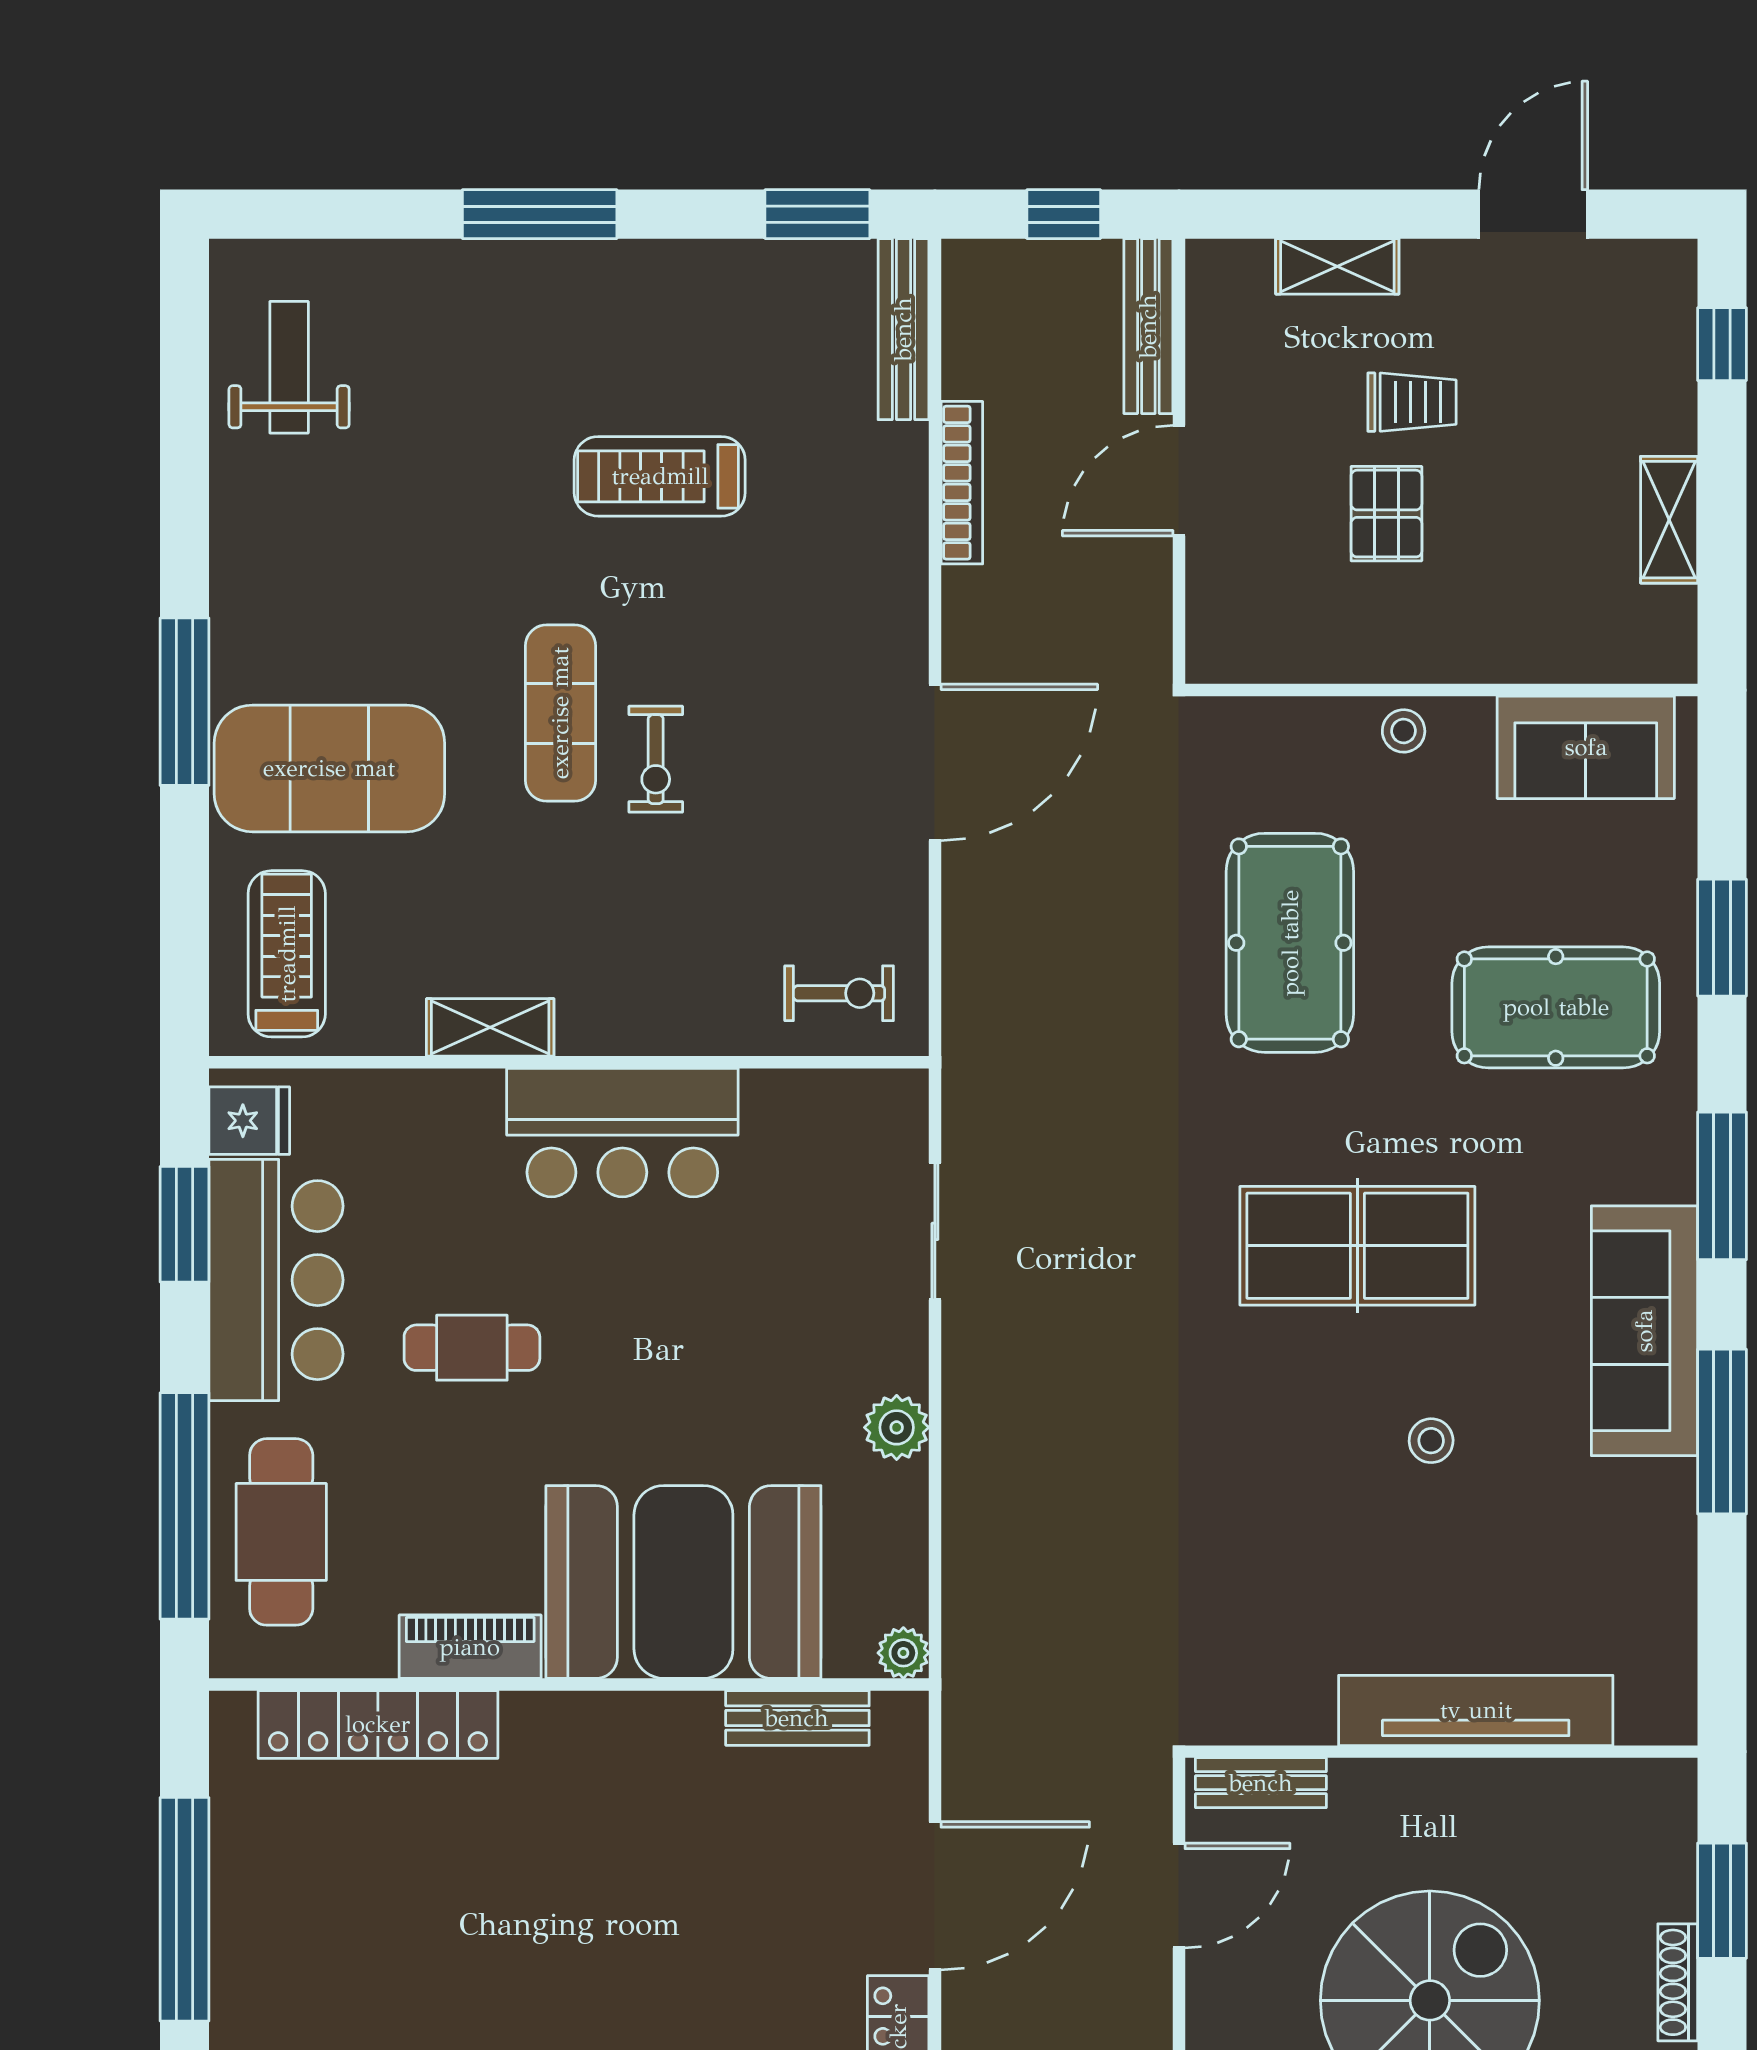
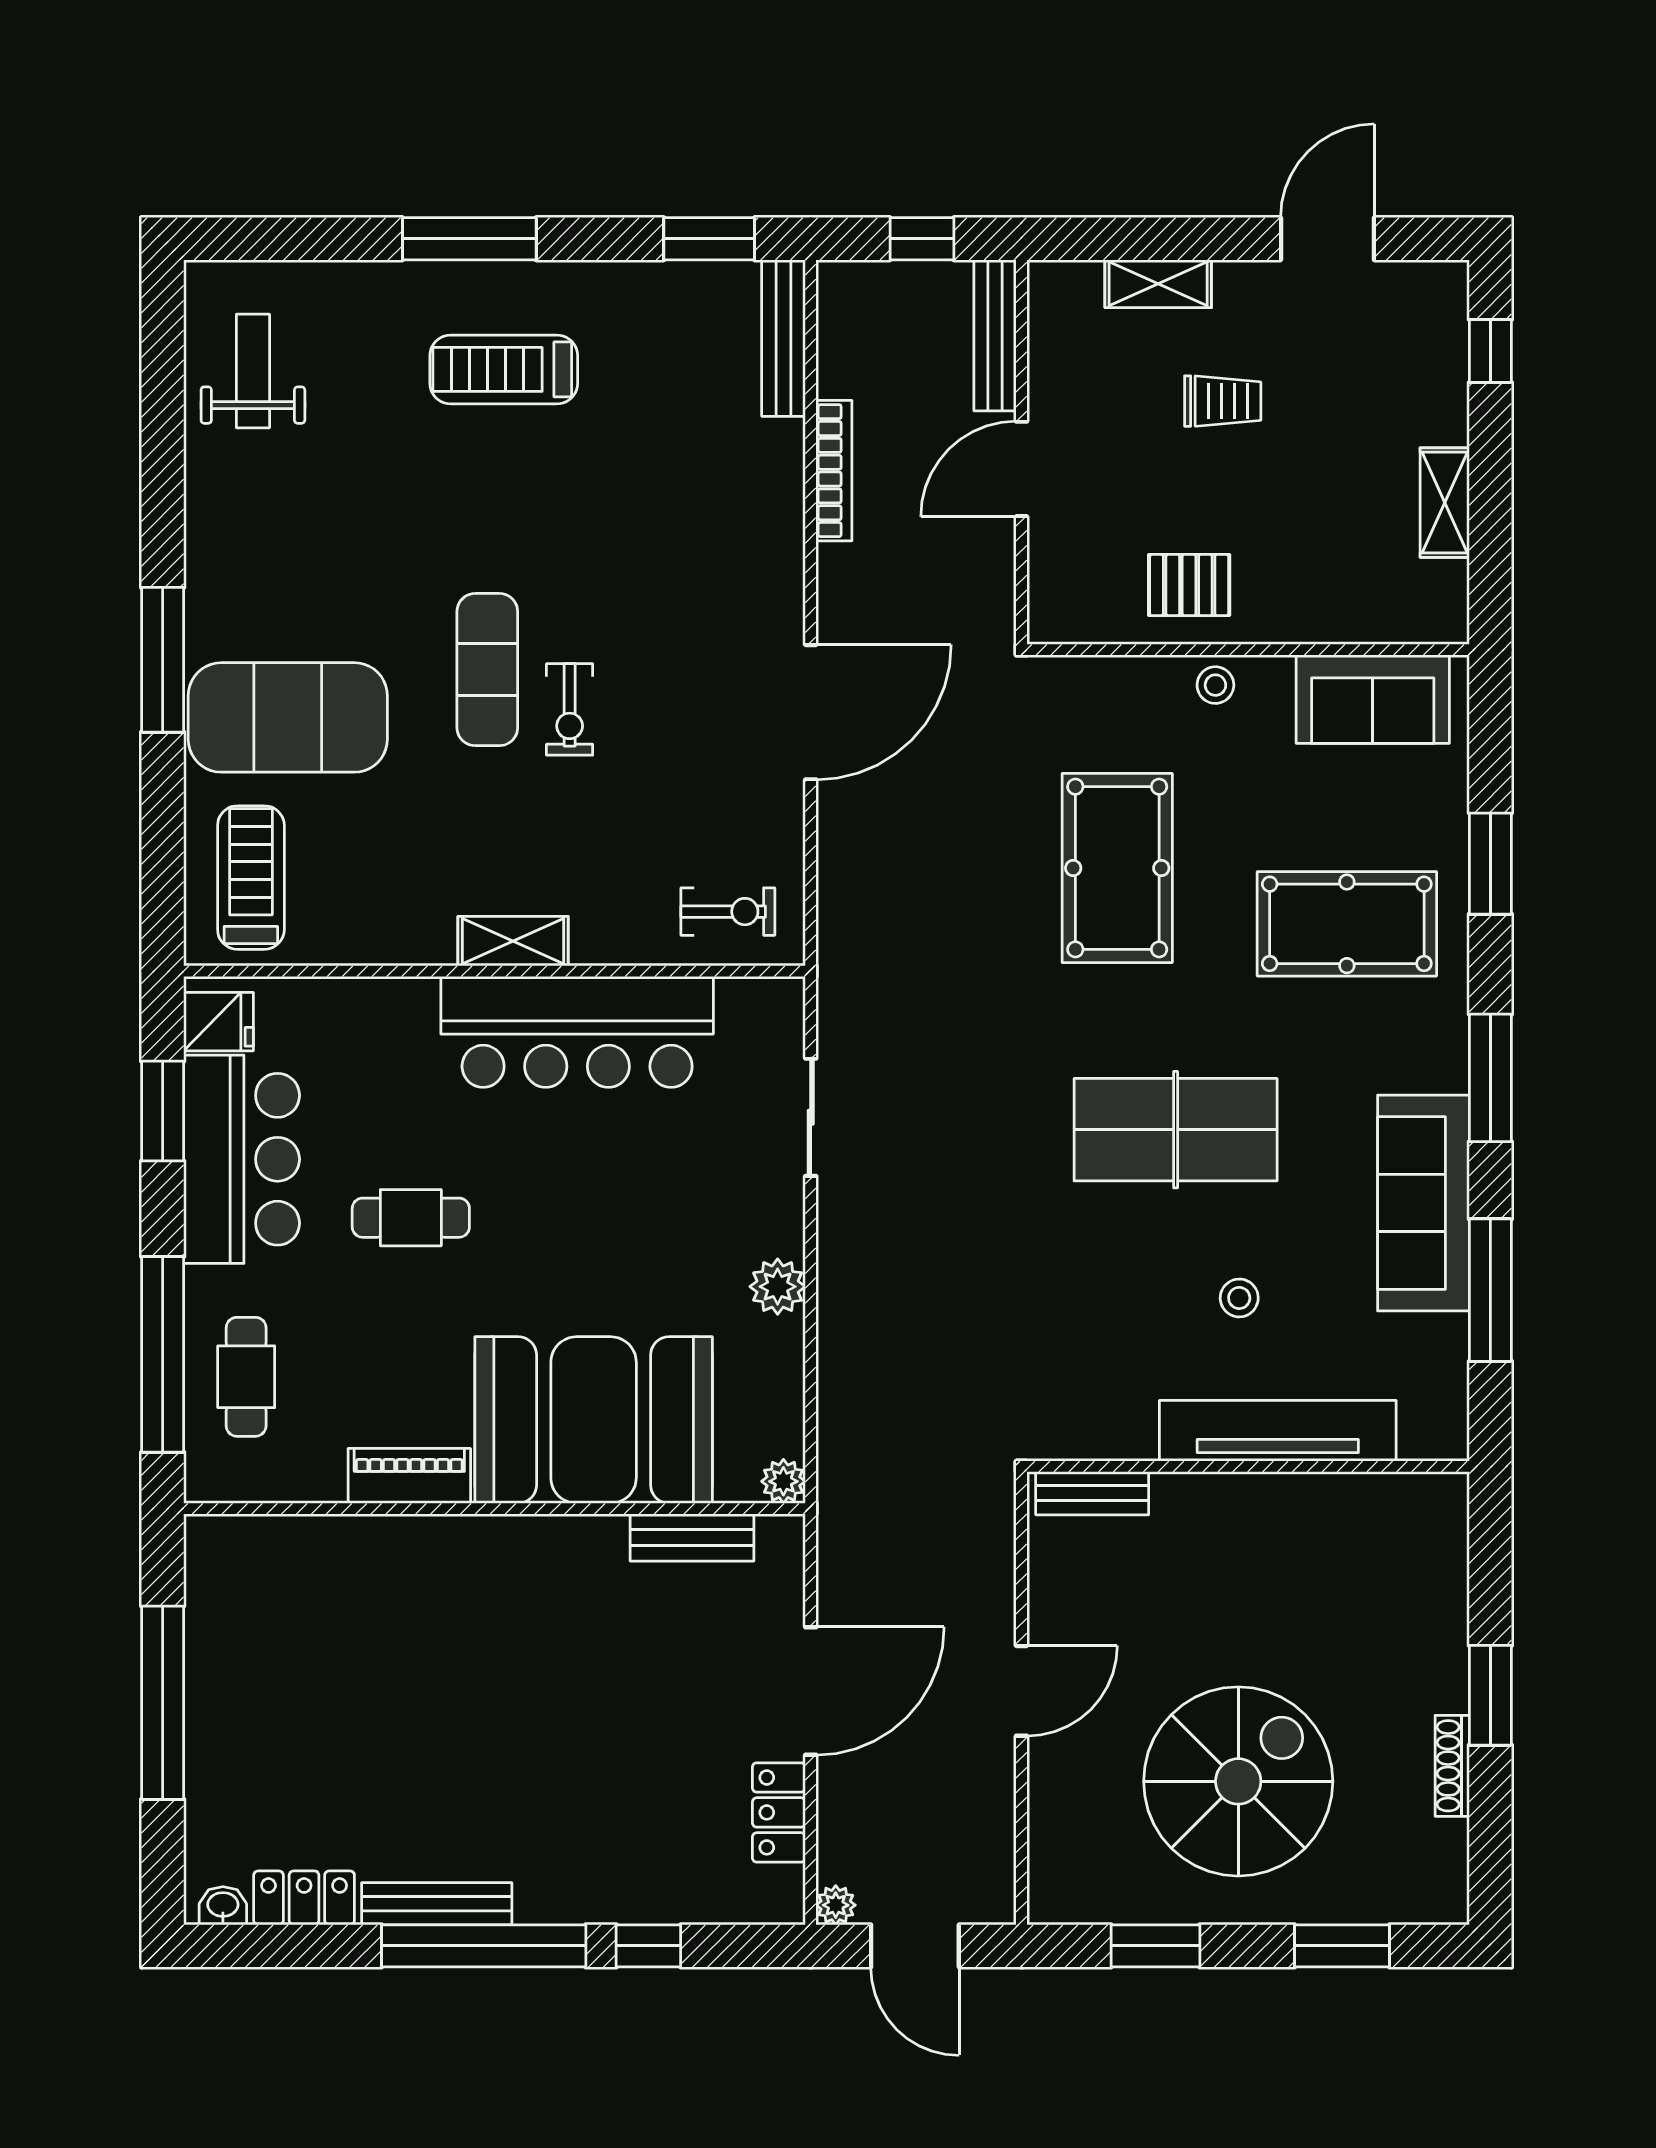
treadmill: (660, 476) -> (504, 369), moved
pallet: (1386, 514) -> (1189, 585), moved, turned 90
shelving: (490, 1027) -> (513, 941), moved
bar counter: (622, 1133) -> (577, 1032), width x1.36
cafe table: (281, 1532) -> (246, 1377), width x0.73, depth x0.74
tv unit: (1476, 1710) -> (1278, 1431), moved
locker: (378, 1724) -> (330, 1543), removed
wall: (1441, 1752) -> (1248, 1466), moved
bench: (1261, 1783) -> (1092, 1493), moved

